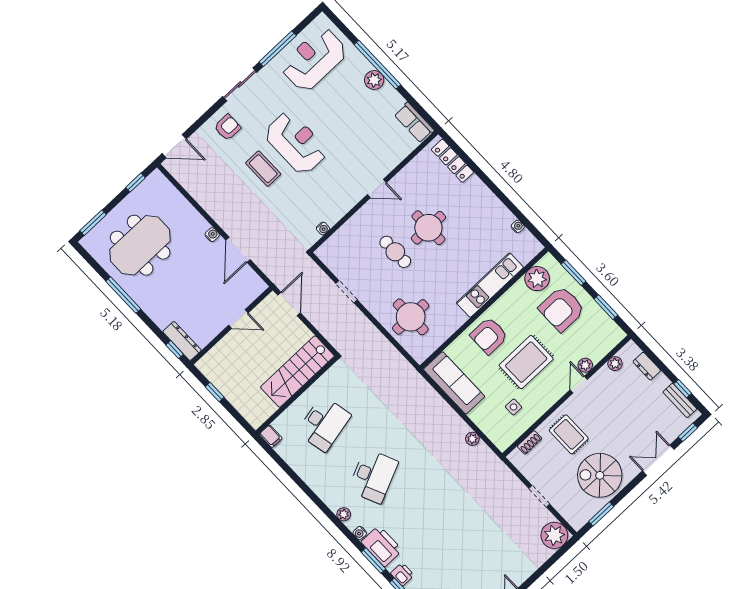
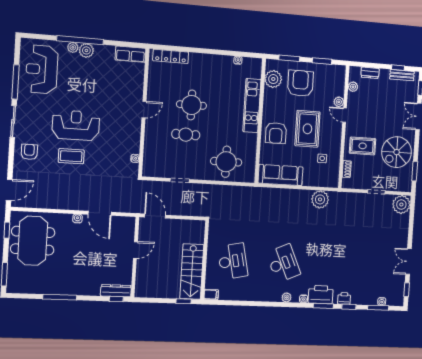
plant: (364, 65) -> (73, 47), added
meeting table: (140, 245) -> (33, 241), moved
armchair: (562, 309) -> (300, 83), turned 180
stairs: (297, 372) -> (192, 272), moved
window: (215, 392) -> (184, 301), moved
plant: (472, 439) -> (320, 199), width x1.88, depth x1.88

